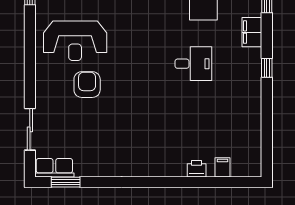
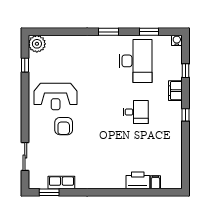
armchair: (87, 85) -> (64, 126), turned 180
row of seats: (54, 168) -> (61, 183), moved
printer: (197, 169) -> (138, 180), width x1.87, depth x1.48

